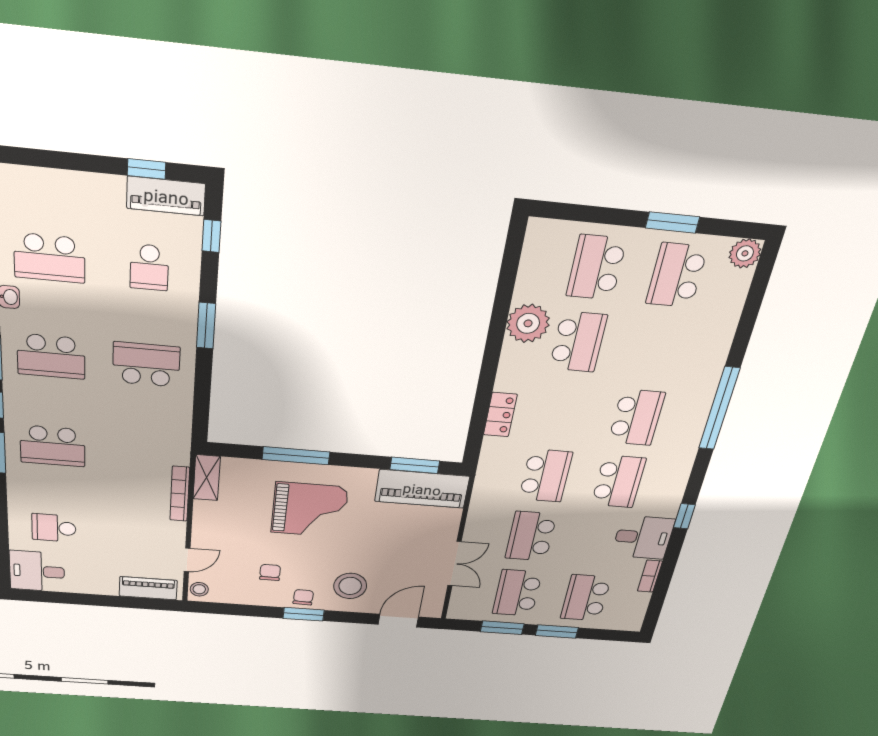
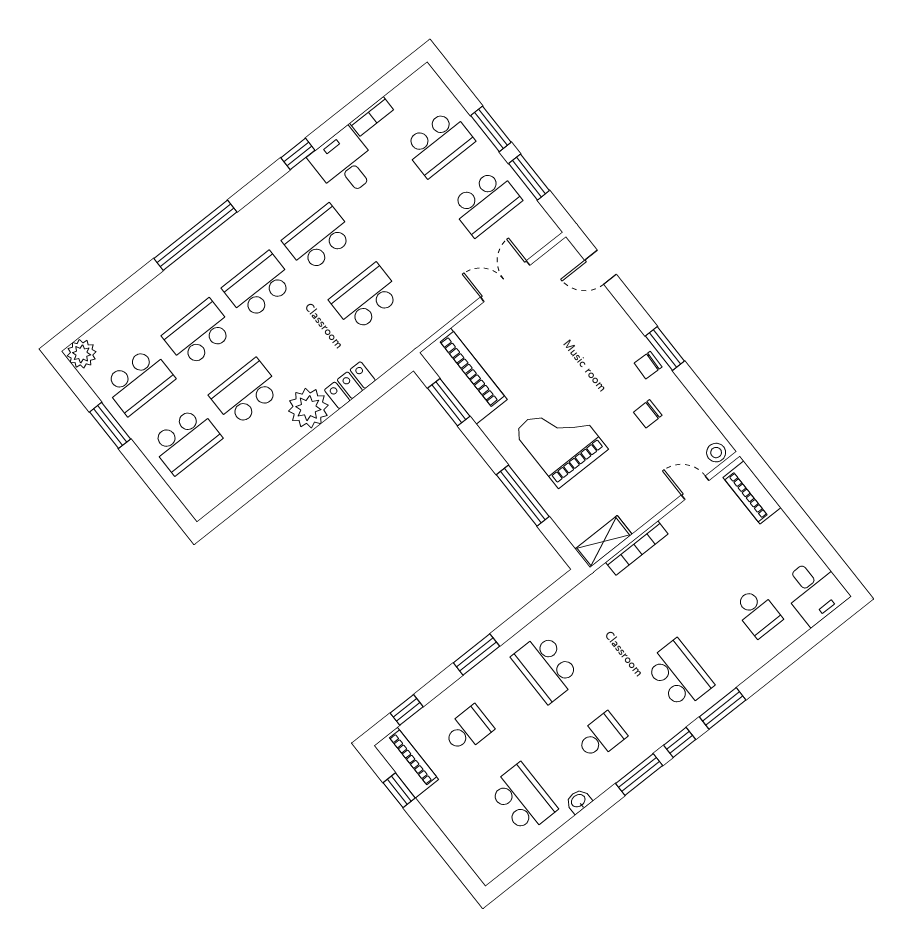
plant: (528, 323) -> (308, 408), moved
school desk: (51, 356) -> (601, 737), width x0.54
school desk: (531, 536) -> (199, 333), moved, turned 180
stool: (350, 586) -> (602, 340), removed
door: (398, 621) -> (601, 267), width x0.73

